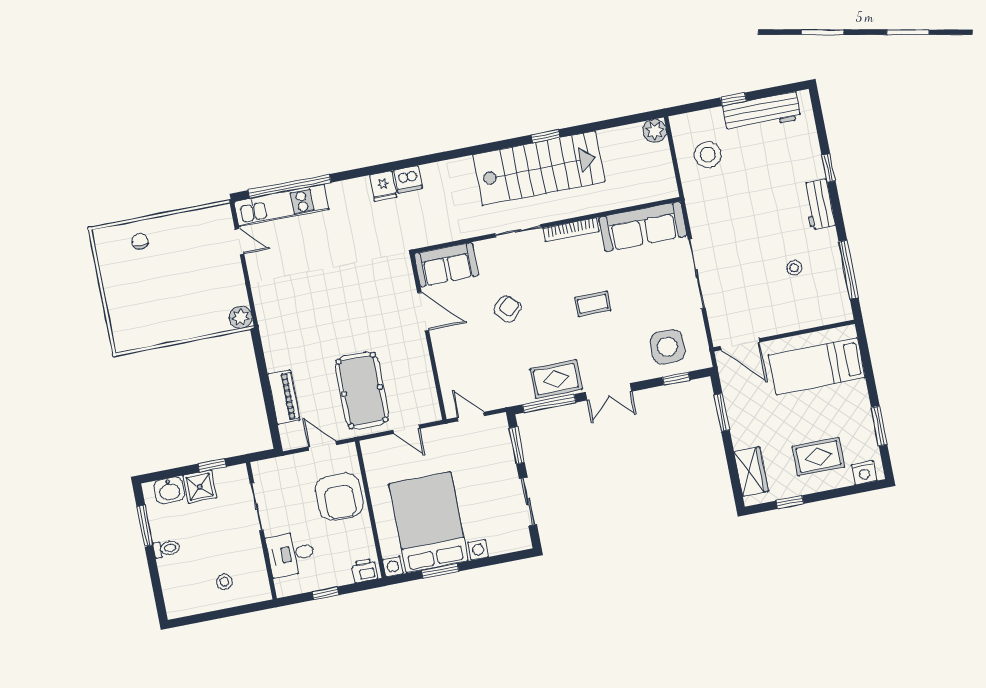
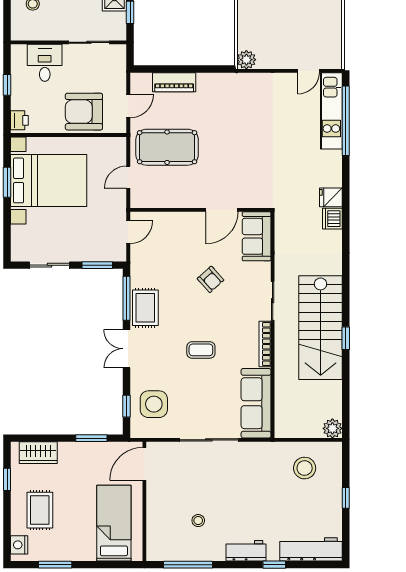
workbench: (762, 112) -> (311, 549), moved, turned 90
coffee table: (593, 304) -> (201, 350), turned 90

